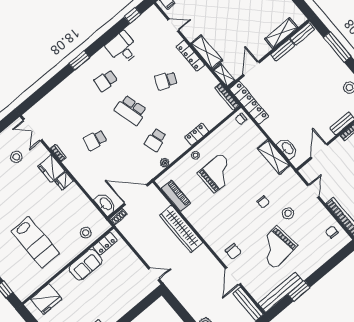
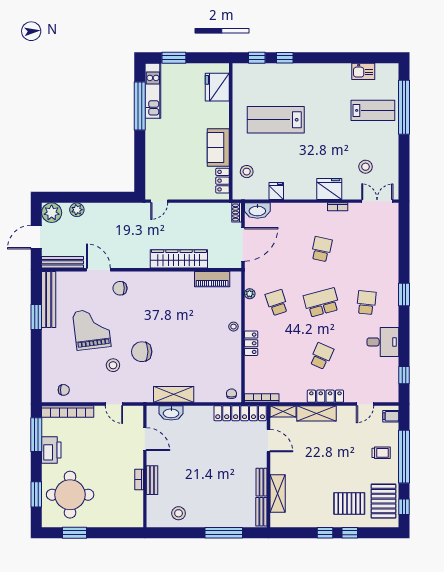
grand piano: (218, 173) -> (201, 333), removed
fridge: (64, 181) -> (276, 191), moved
chair: (263, 202) -> (142, 352), width x1.87, depth x1.87

